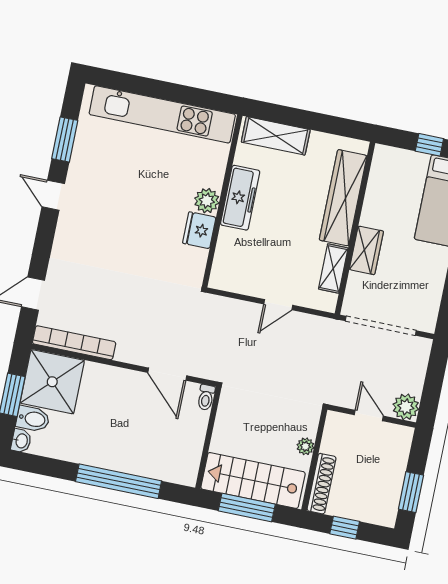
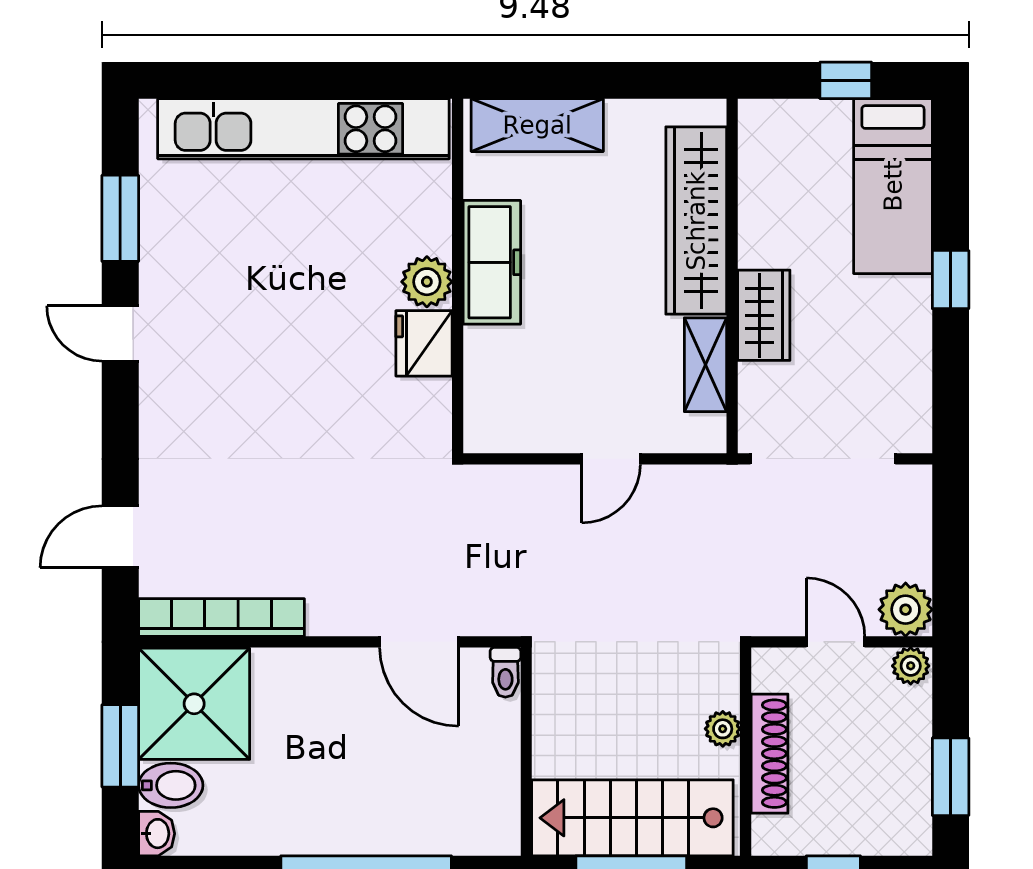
plant: (403, 435) -> (911, 666), added
shoe rack: (321, 484) -> (770, 754), moved

